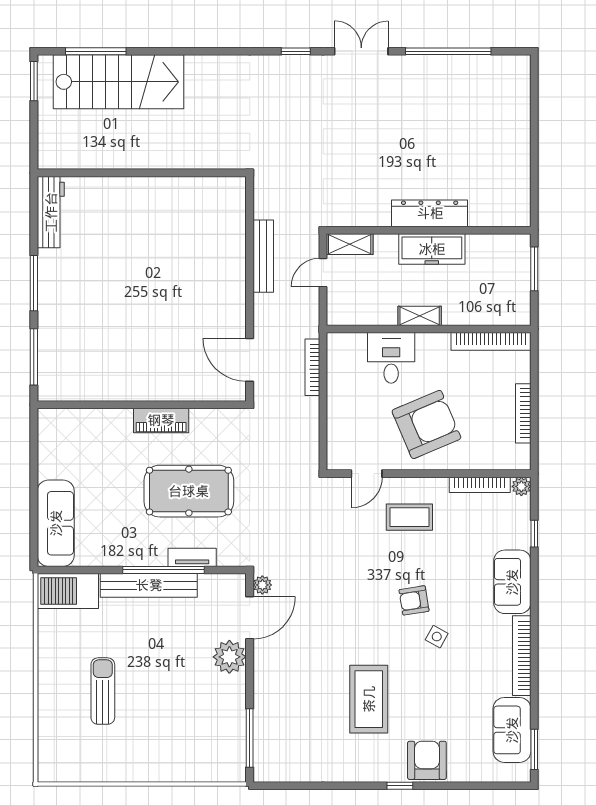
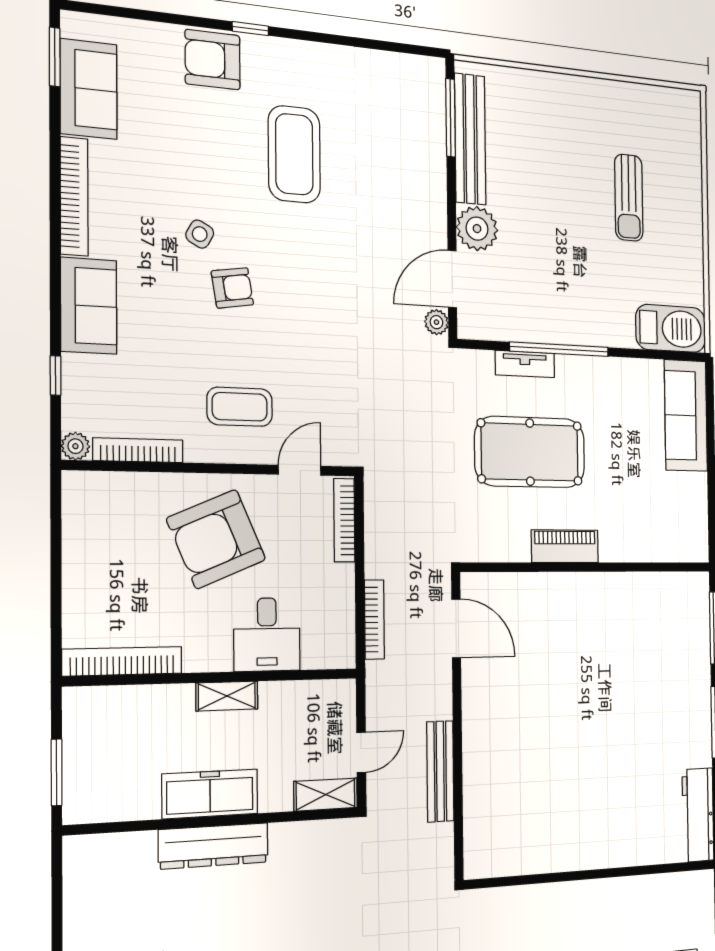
bookcase: (523, 413) -> (344, 520), moved, turned 180
bench: (149, 585) -> (470, 139), moved, turned 90
armchair: (427, 760) -> (213, 60), turned 90

